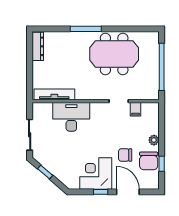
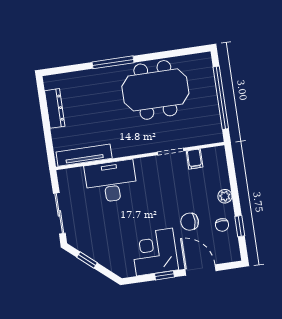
dresser: (38, 46) -> (55, 108), moved
chair: (149, 161) -> (222, 225), width x0.54, depth x0.54

